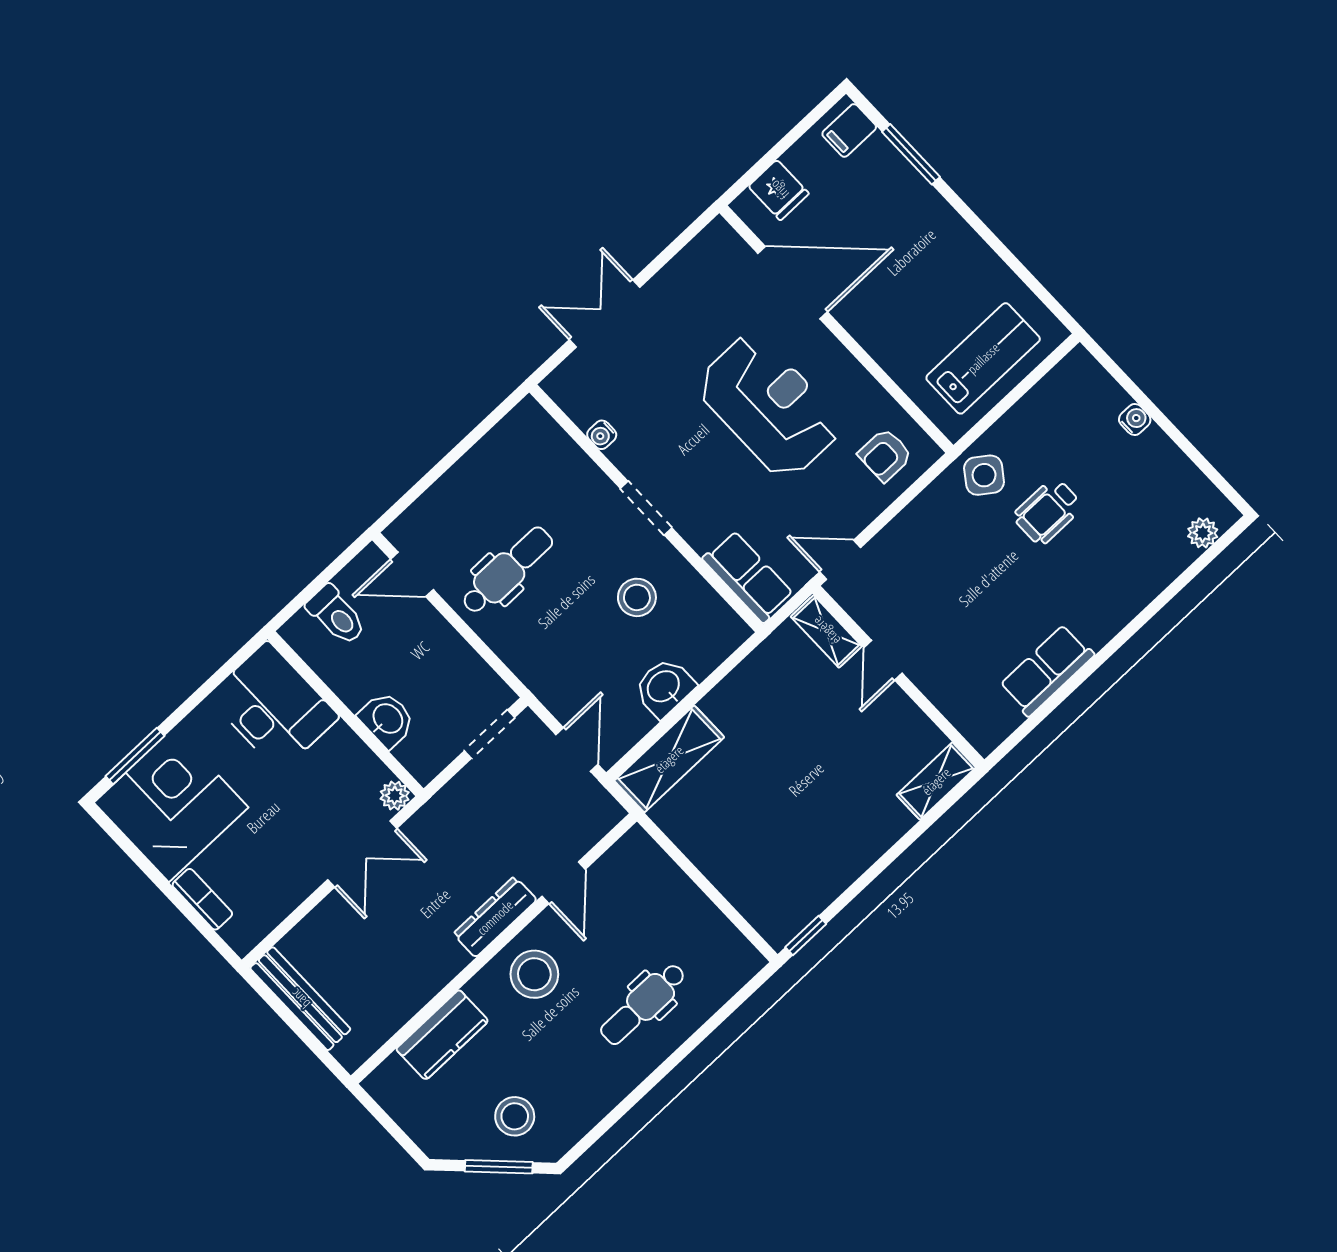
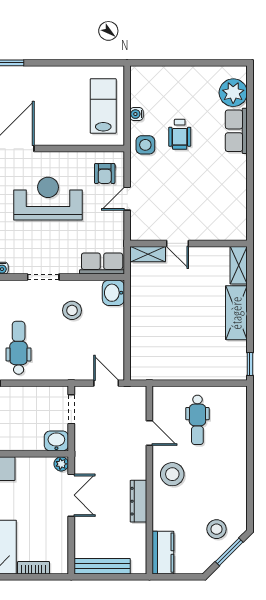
water cooler: (1135, 420) -> (136, 114), moved, turned -90
side table: (984, 475) -> (145, 145), turned -36
plant: (1203, 533) -> (233, 93), width x1.88, depth x1.88
door: (840, 560) -> (127, 199), moved
row of seats: (1047, 670) -> (236, 131), moved
washbasin: (664, 687) -> (113, 293), moved
washbasin: (387, 719) -> (56, 441), moved
shelving: (669, 759) -> (236, 313), moved
dresser: (495, 917) -> (138, 501), moved
dental chair: (643, 1004) -> (197, 420), moved
kitchen counter: (442, 1035) -> (163, 553), moved

